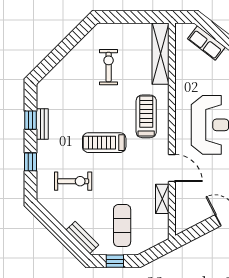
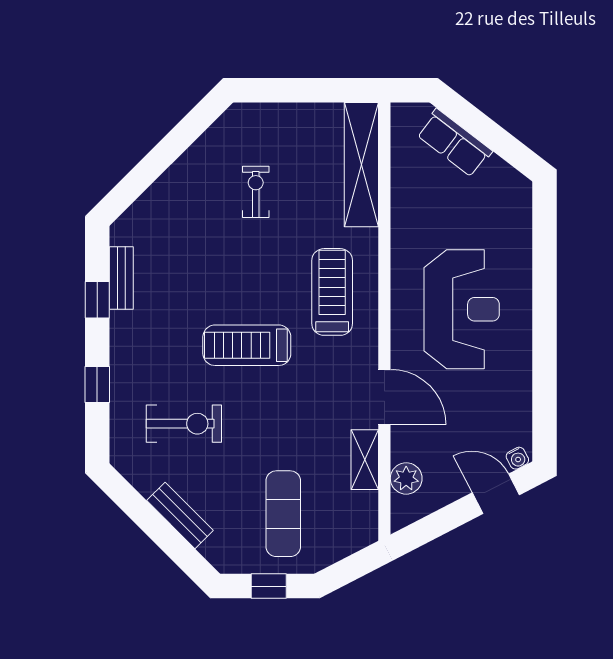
exercise bike: (109, 67) -> (256, 192), width x0.73, depth x0.72
bench: (42, 124) -> (121, 278), moved
plant: (183, 208) -> (406, 478), added
bench: (82, 238) -> (180, 515), moved

